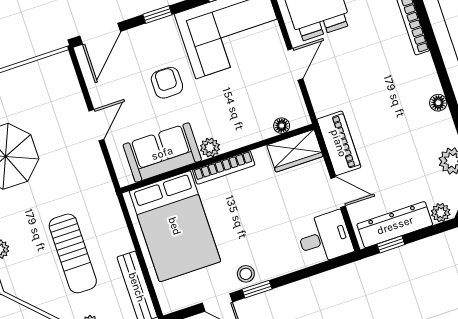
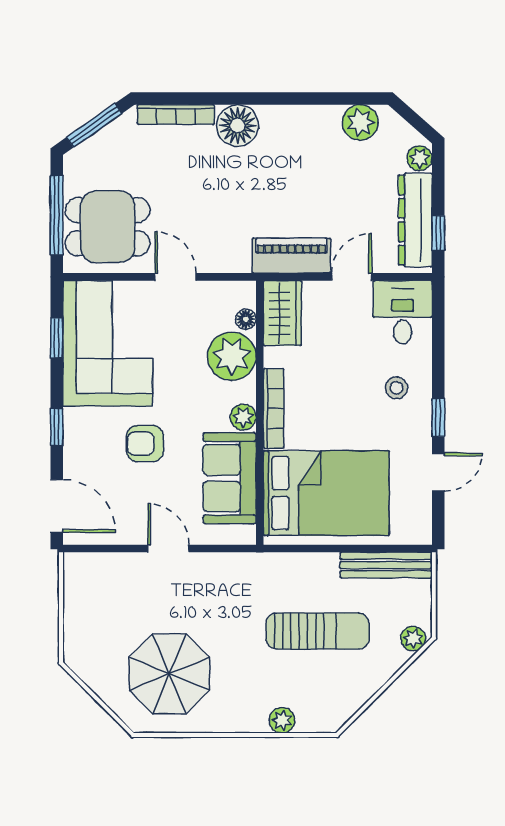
floor lamp: (438, 103) -> (238, 126), moved, width x1.89, depth x1.89
plant: (251, 124) -> (232, 356), added
stool: (246, 274) -> (396, 388), moved

